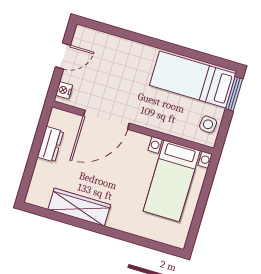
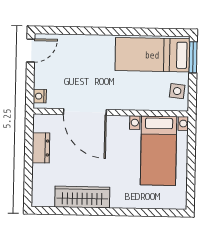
door: (63, 56) -> (31, 50), moved
door: (106, 120) -> (85, 112), hinge flipped

